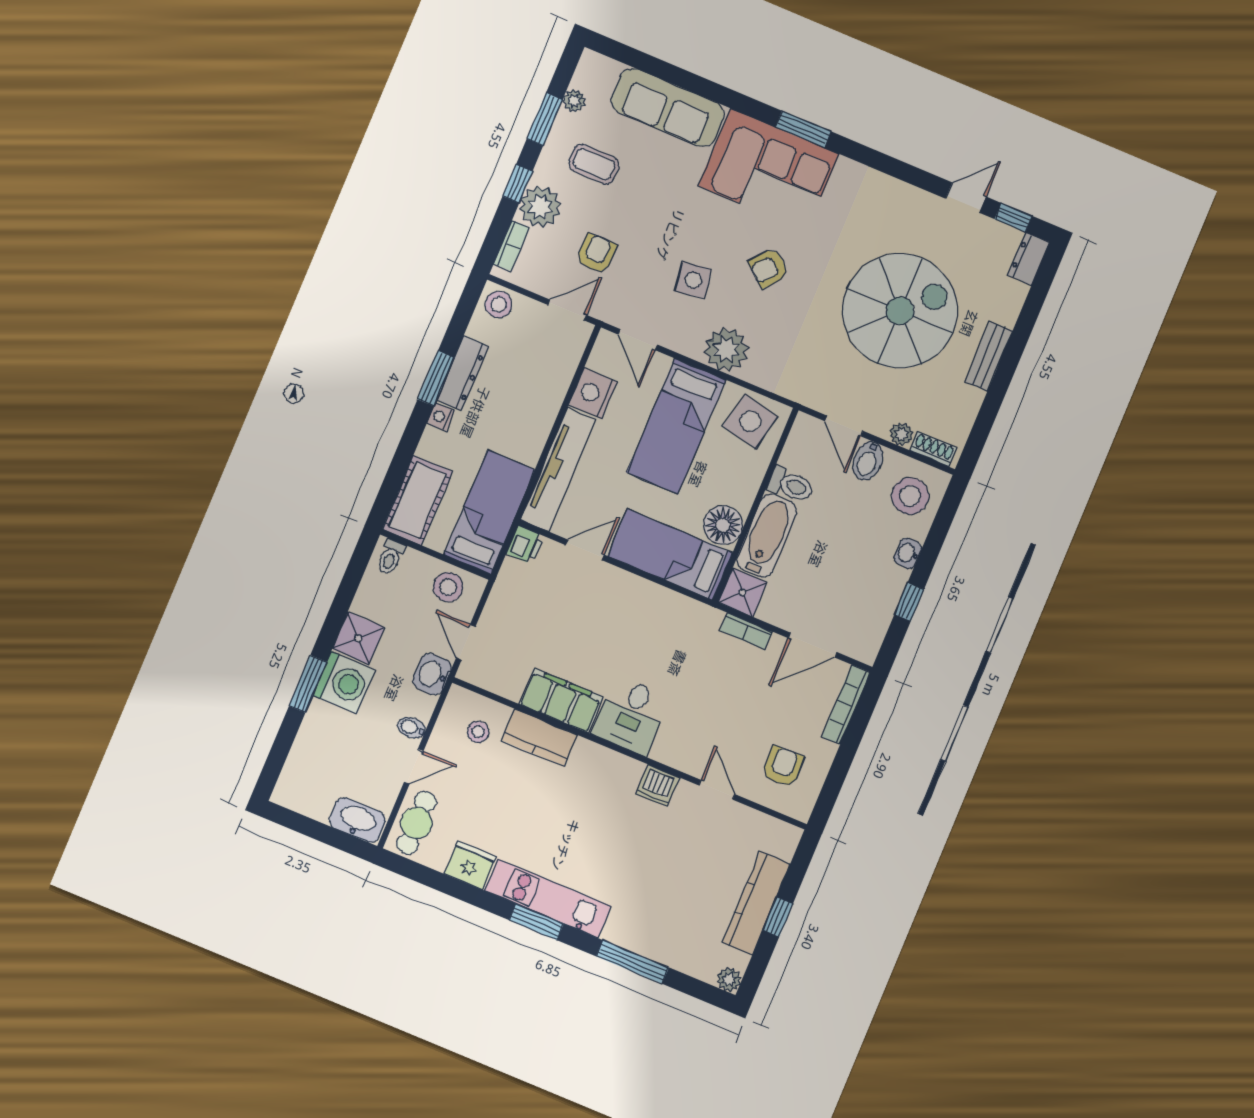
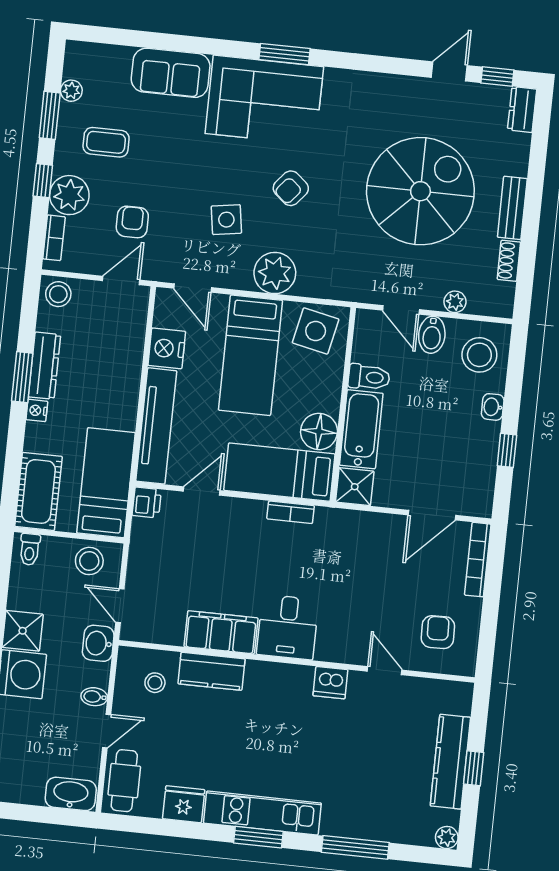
sofa: (668, 107) -> (171, 73), width x0.73
shoe rack: (933, 449) -> (509, 261), moved, turned -90
bookcase: (746, 631) -> (291, 512), moved

